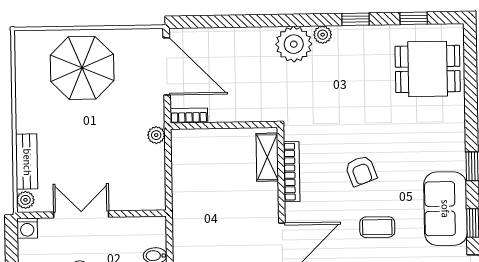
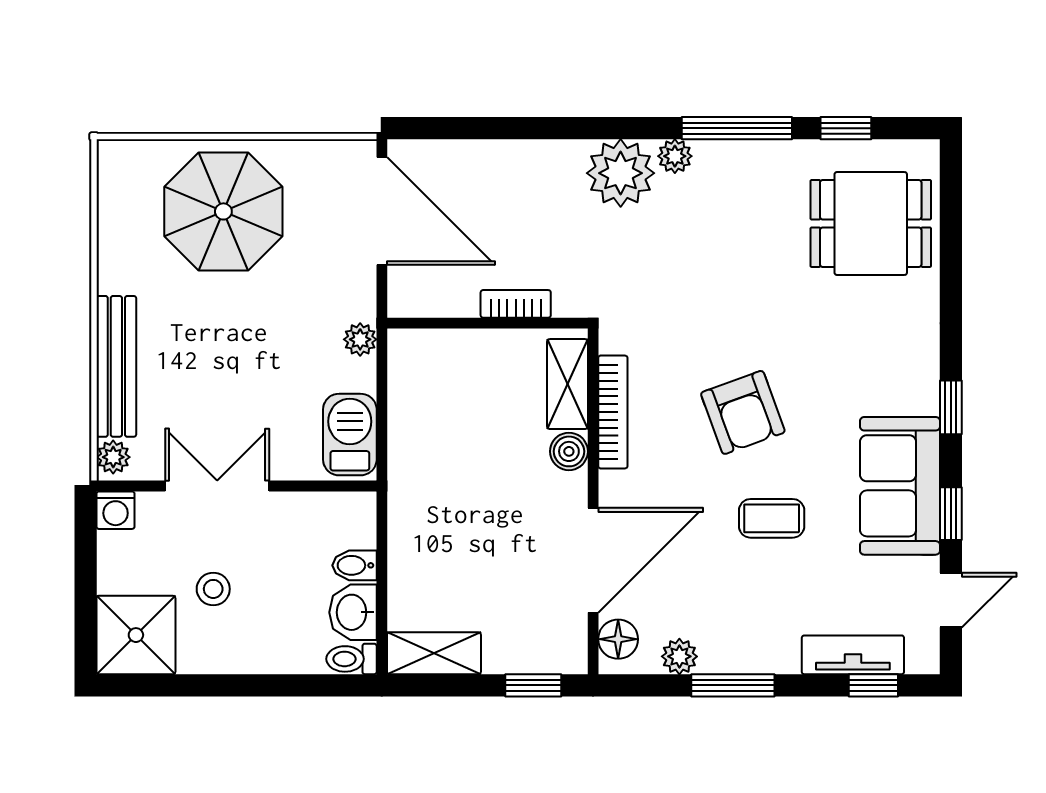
window: (355, 19) -> (737, 128), width x2.17
bookcase: (189, 116) -> (516, 304), moved
bench: (27, 162) -> (116, 366), width x1.36
armchair: (361, 171) -> (743, 412), width x1.38, depth x1.38
barbecue: (152, 186) -> (350, 435), added
boiler: (269, 193) -> (569, 451), added

